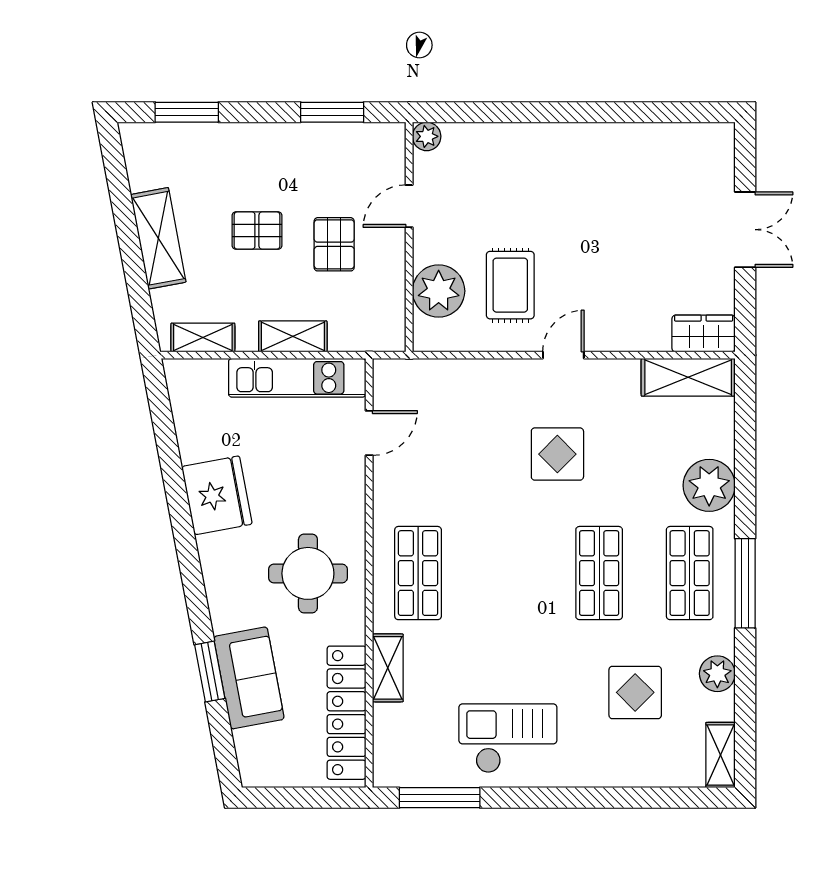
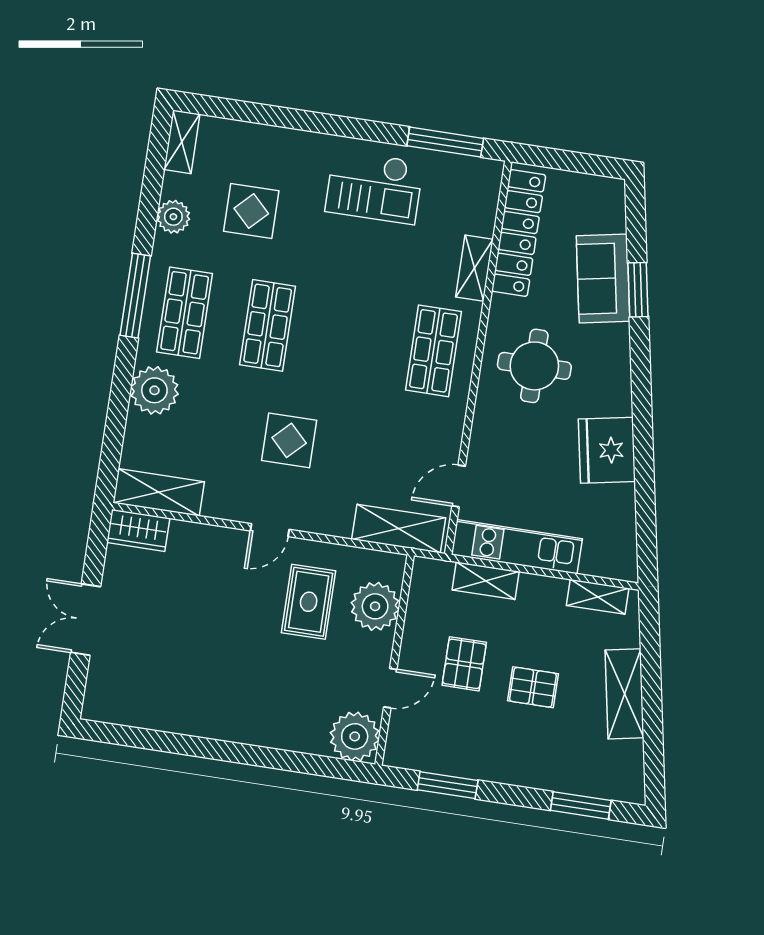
plant: (427, 136) -> (355, 736), width x1.88, depth x1.88
shelving: (293, 336) -> (486, 581), moved
shelving: (426, 378) -> (399, 529), added

